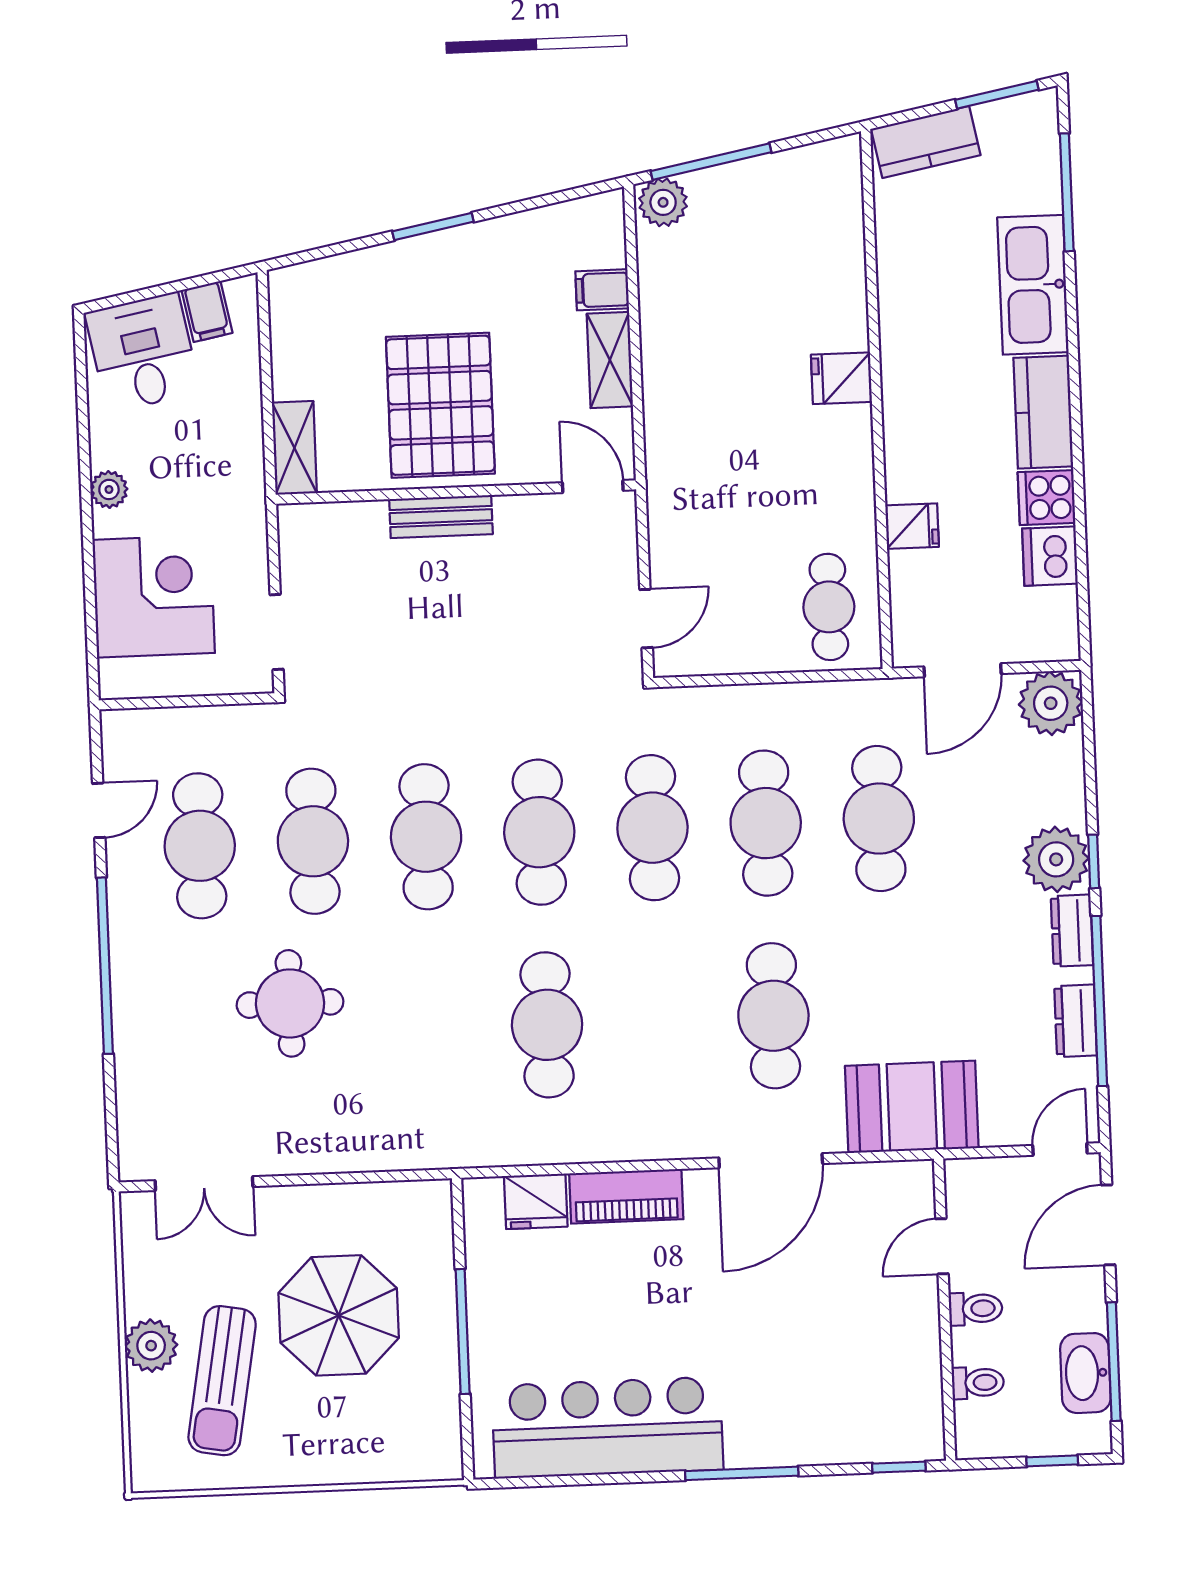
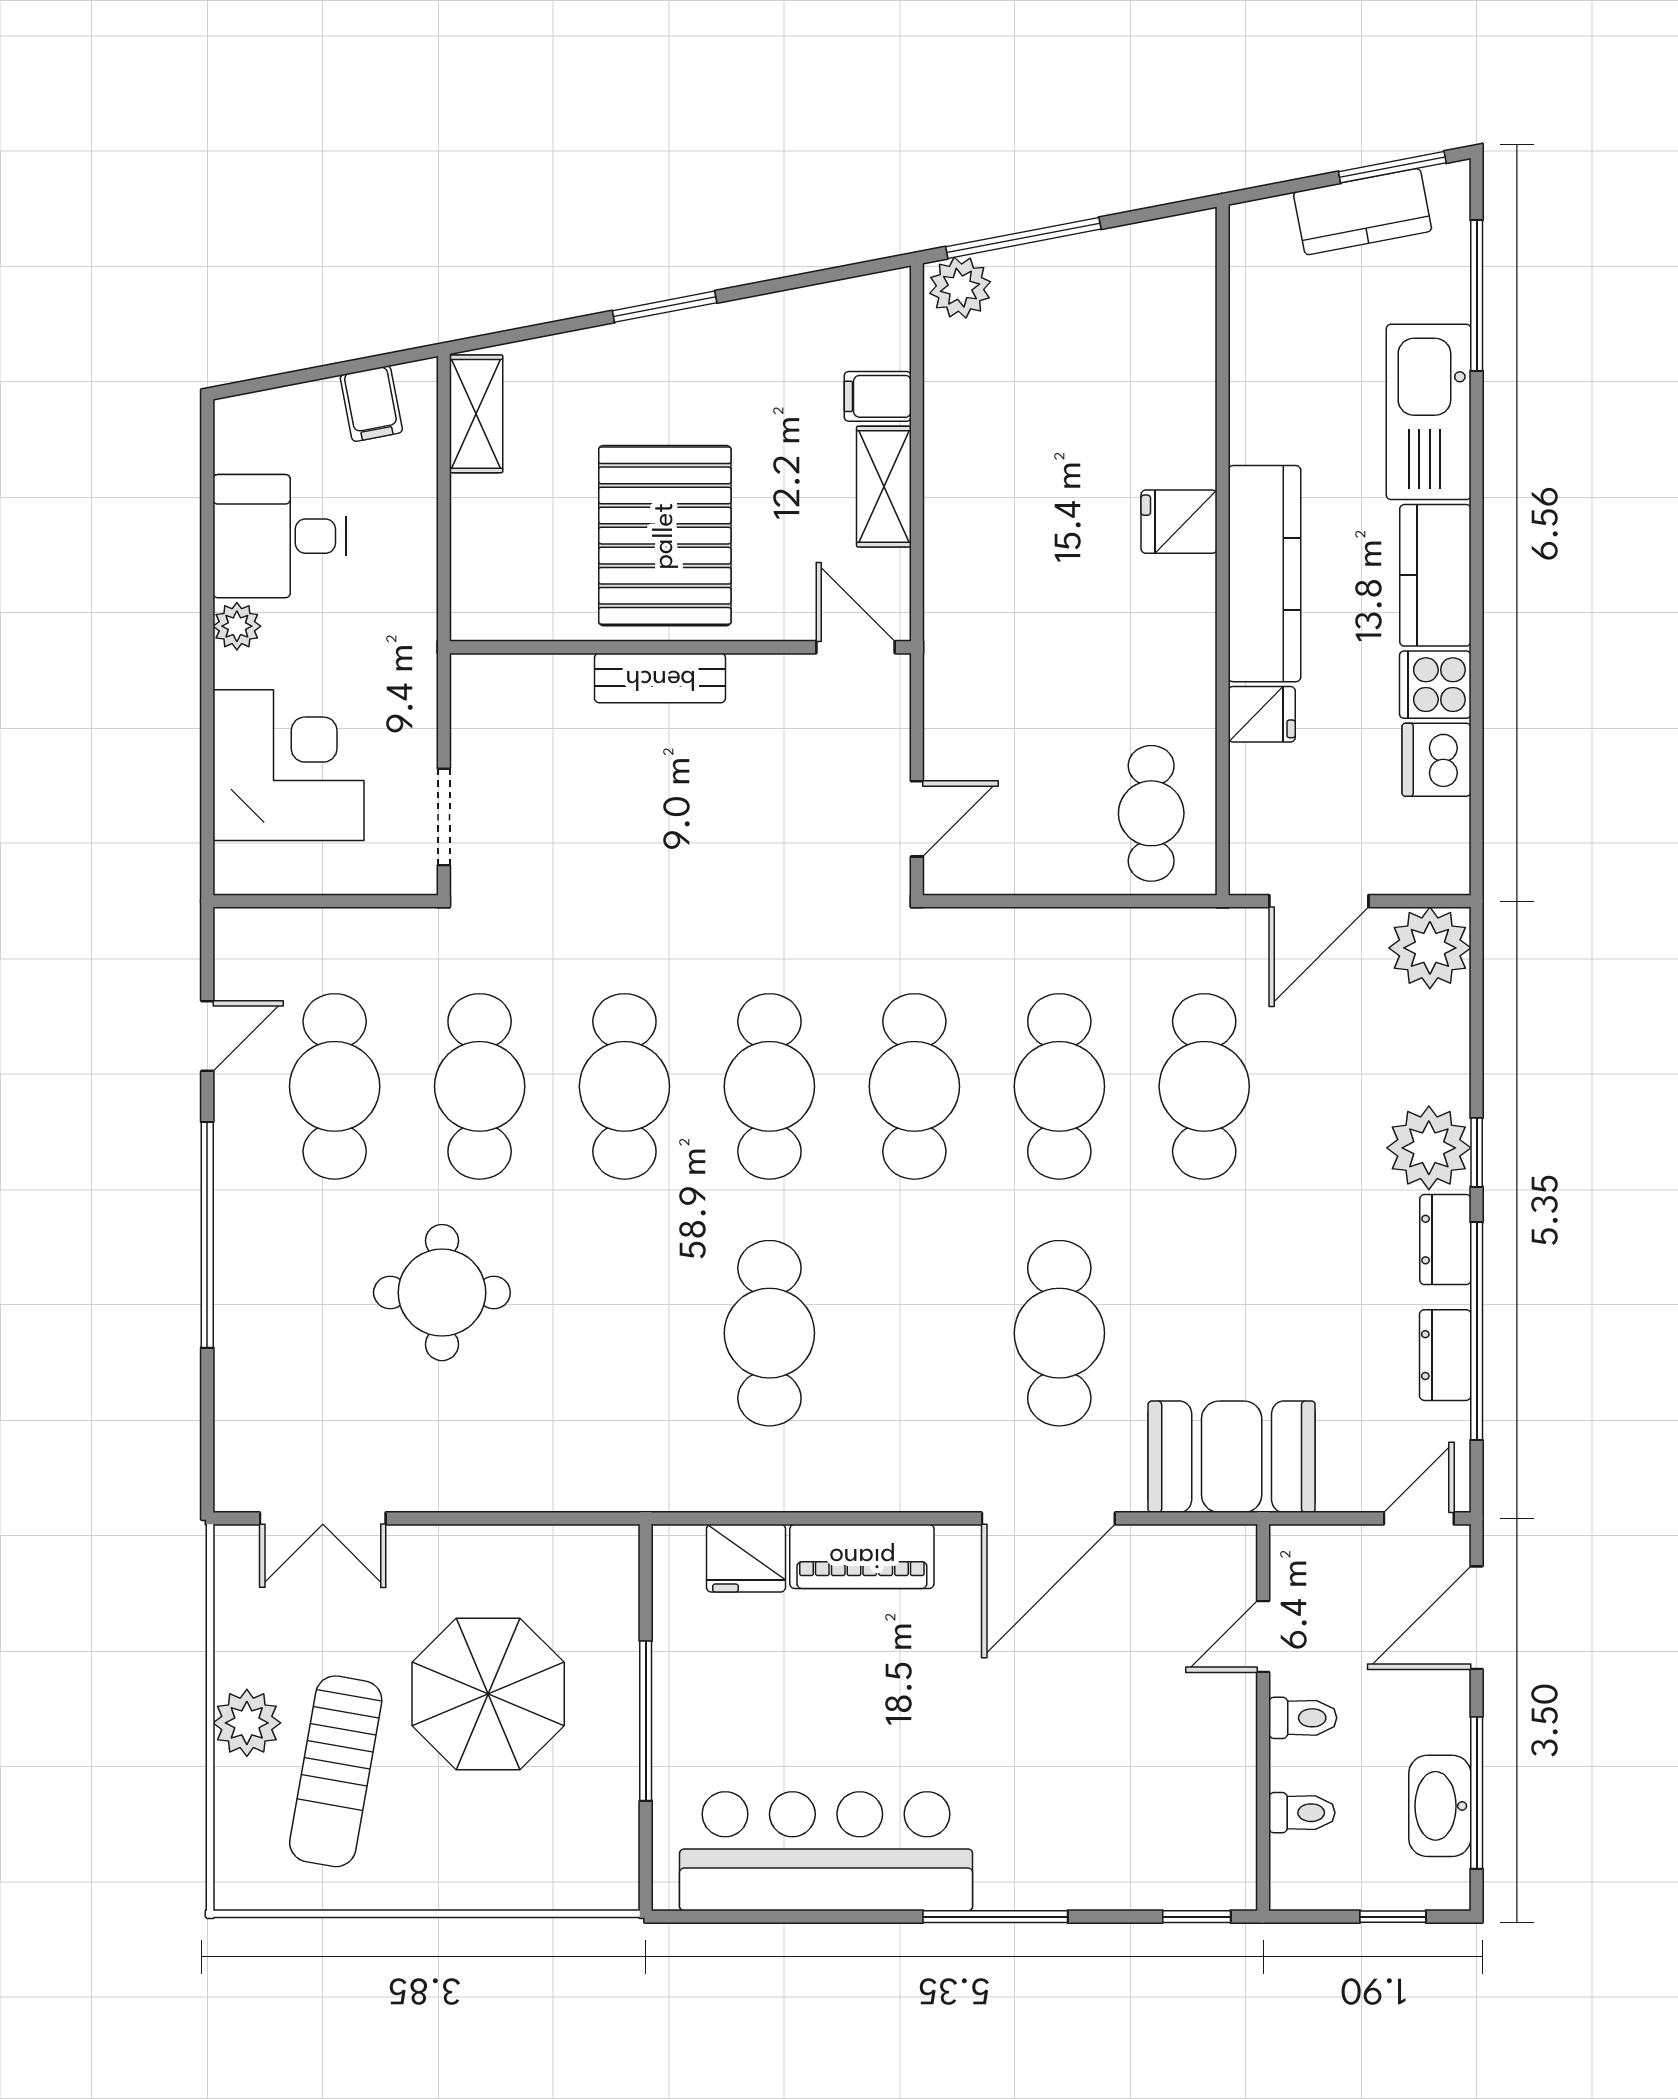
kitchen counter: (926, 142) -> (1363, 212), moved
desk: (143, 352) -> (279, 536), moved, turned -79
kitchen counter: (910, 416) -> (1265, 574), added
shelving: (294, 448) -> (476, 414), moved

